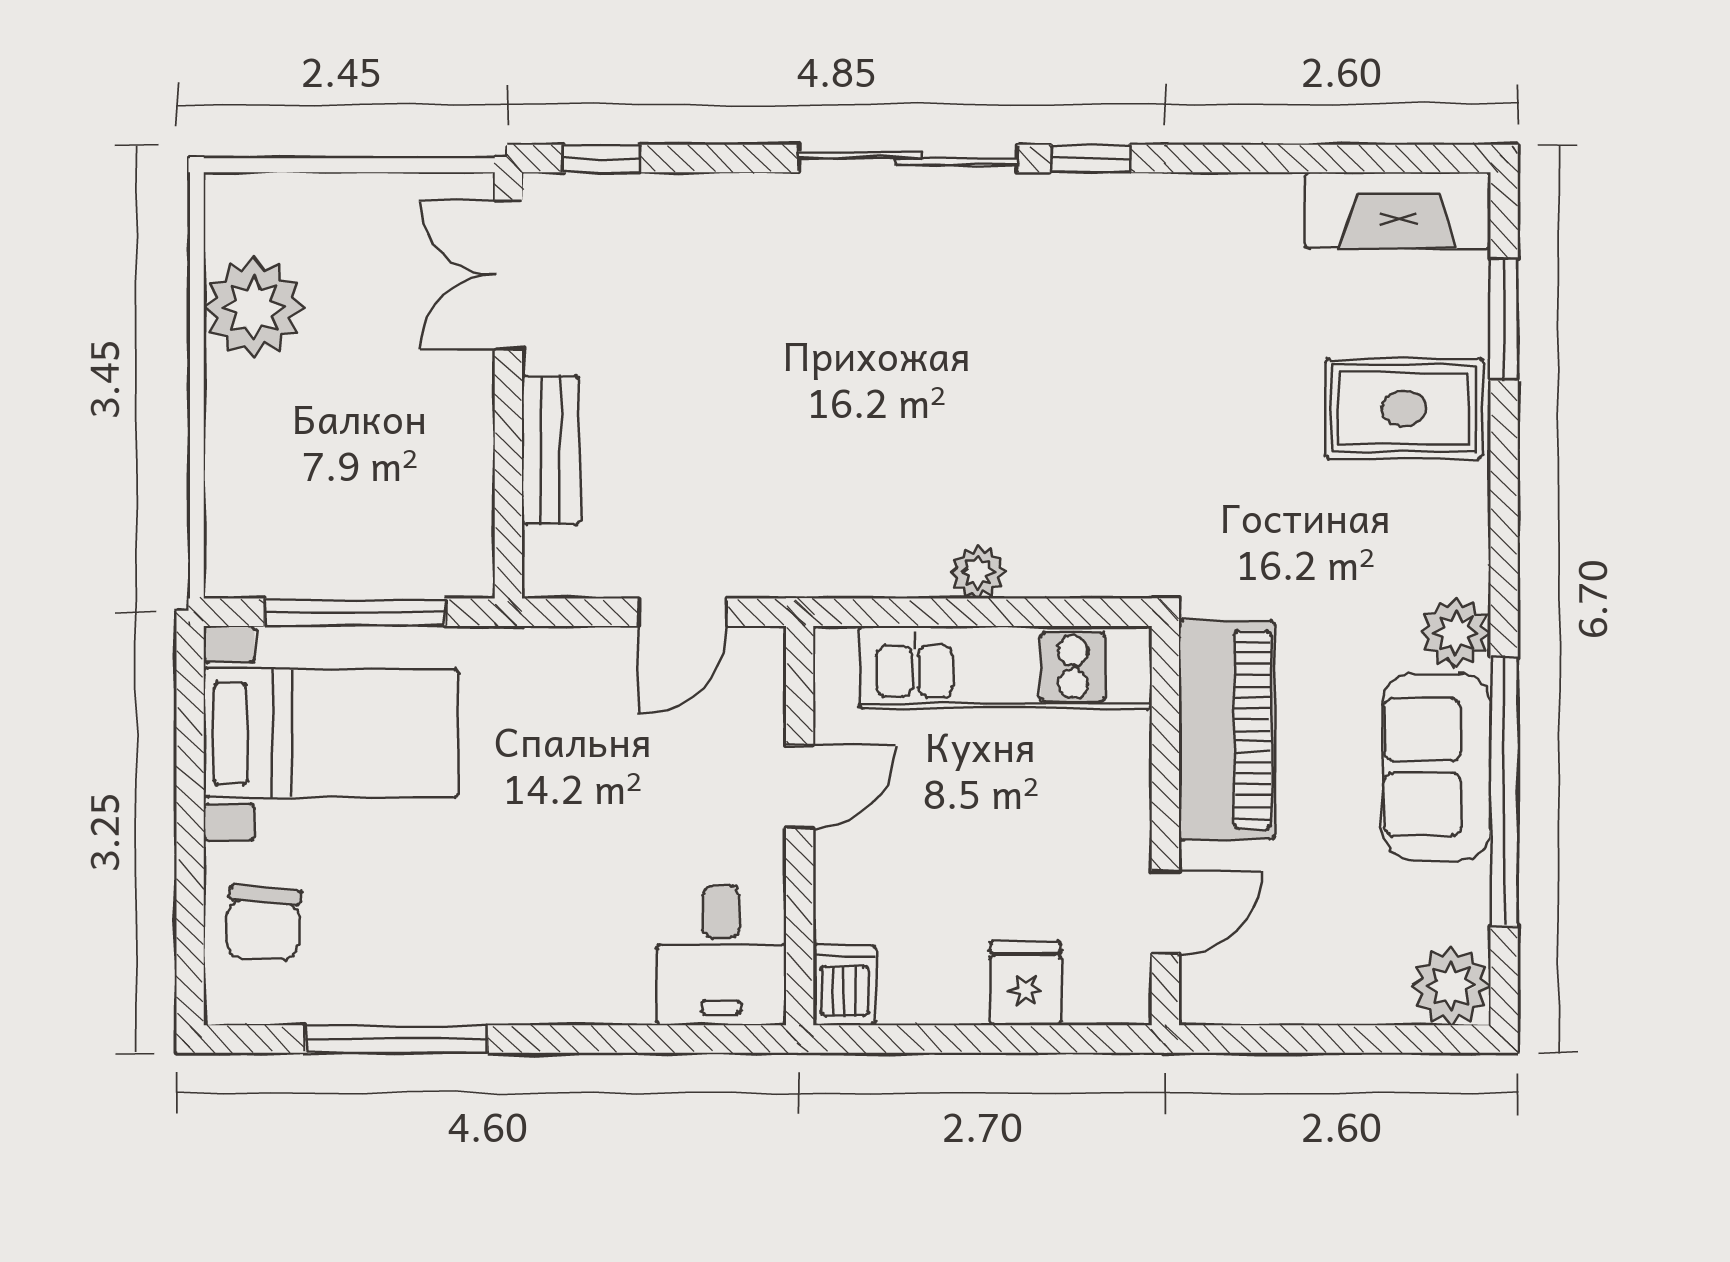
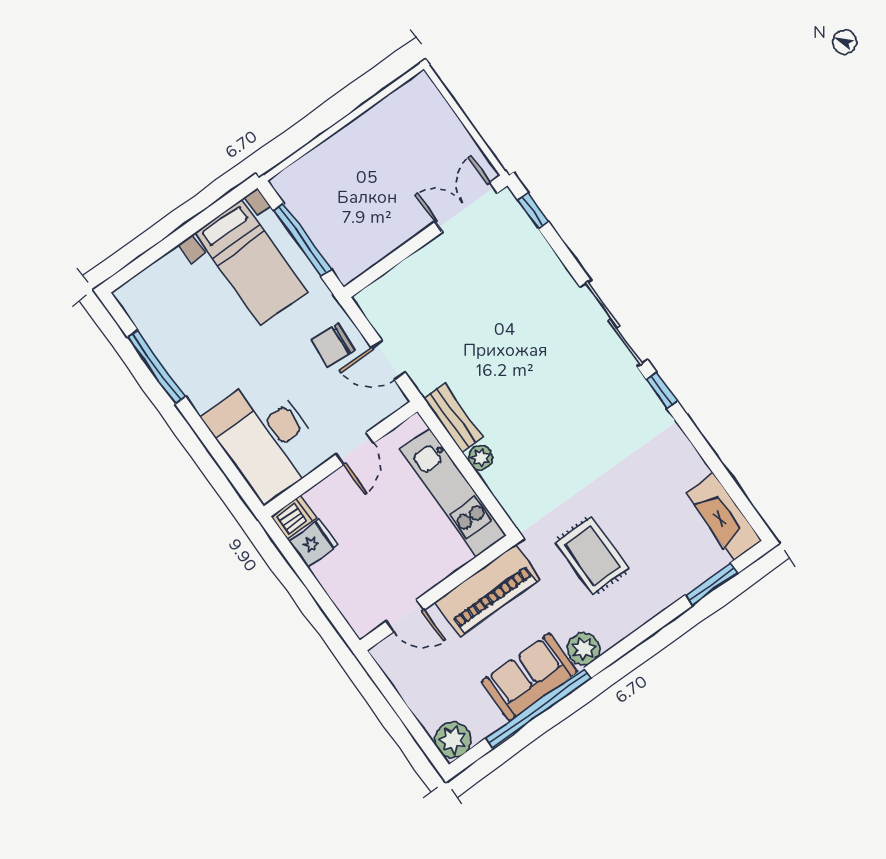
plant: (254, 308) -> (387, 123), removed
rug: (1404, 408) -> (592, 556), moved
bench: (550, 450) -> (453, 418), moved, turned 90
door: (800, 787) -> (355, 449), hinge flipped
chair: (263, 923) -> (333, 345), moved
desk: (721, 955) -> (265, 438), width x1.87, depth x1.30
fridge: (1025, 983) -> (313, 543), moved

